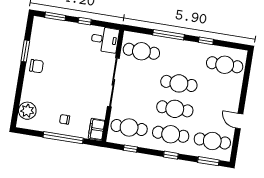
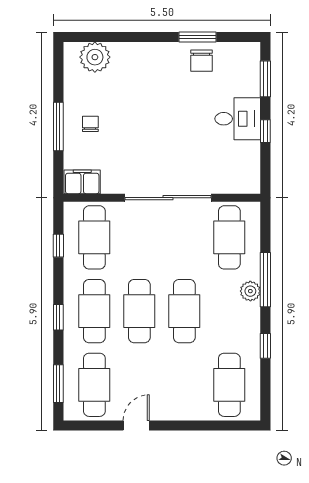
desk: (105, 40) -> (238, 119), moved, turned -90
plant: (174, 44) -> (250, 291), added
chair: (36, 66) -> (201, 61), moved
window: (63, 138) -> (58, 126), width x0.68

